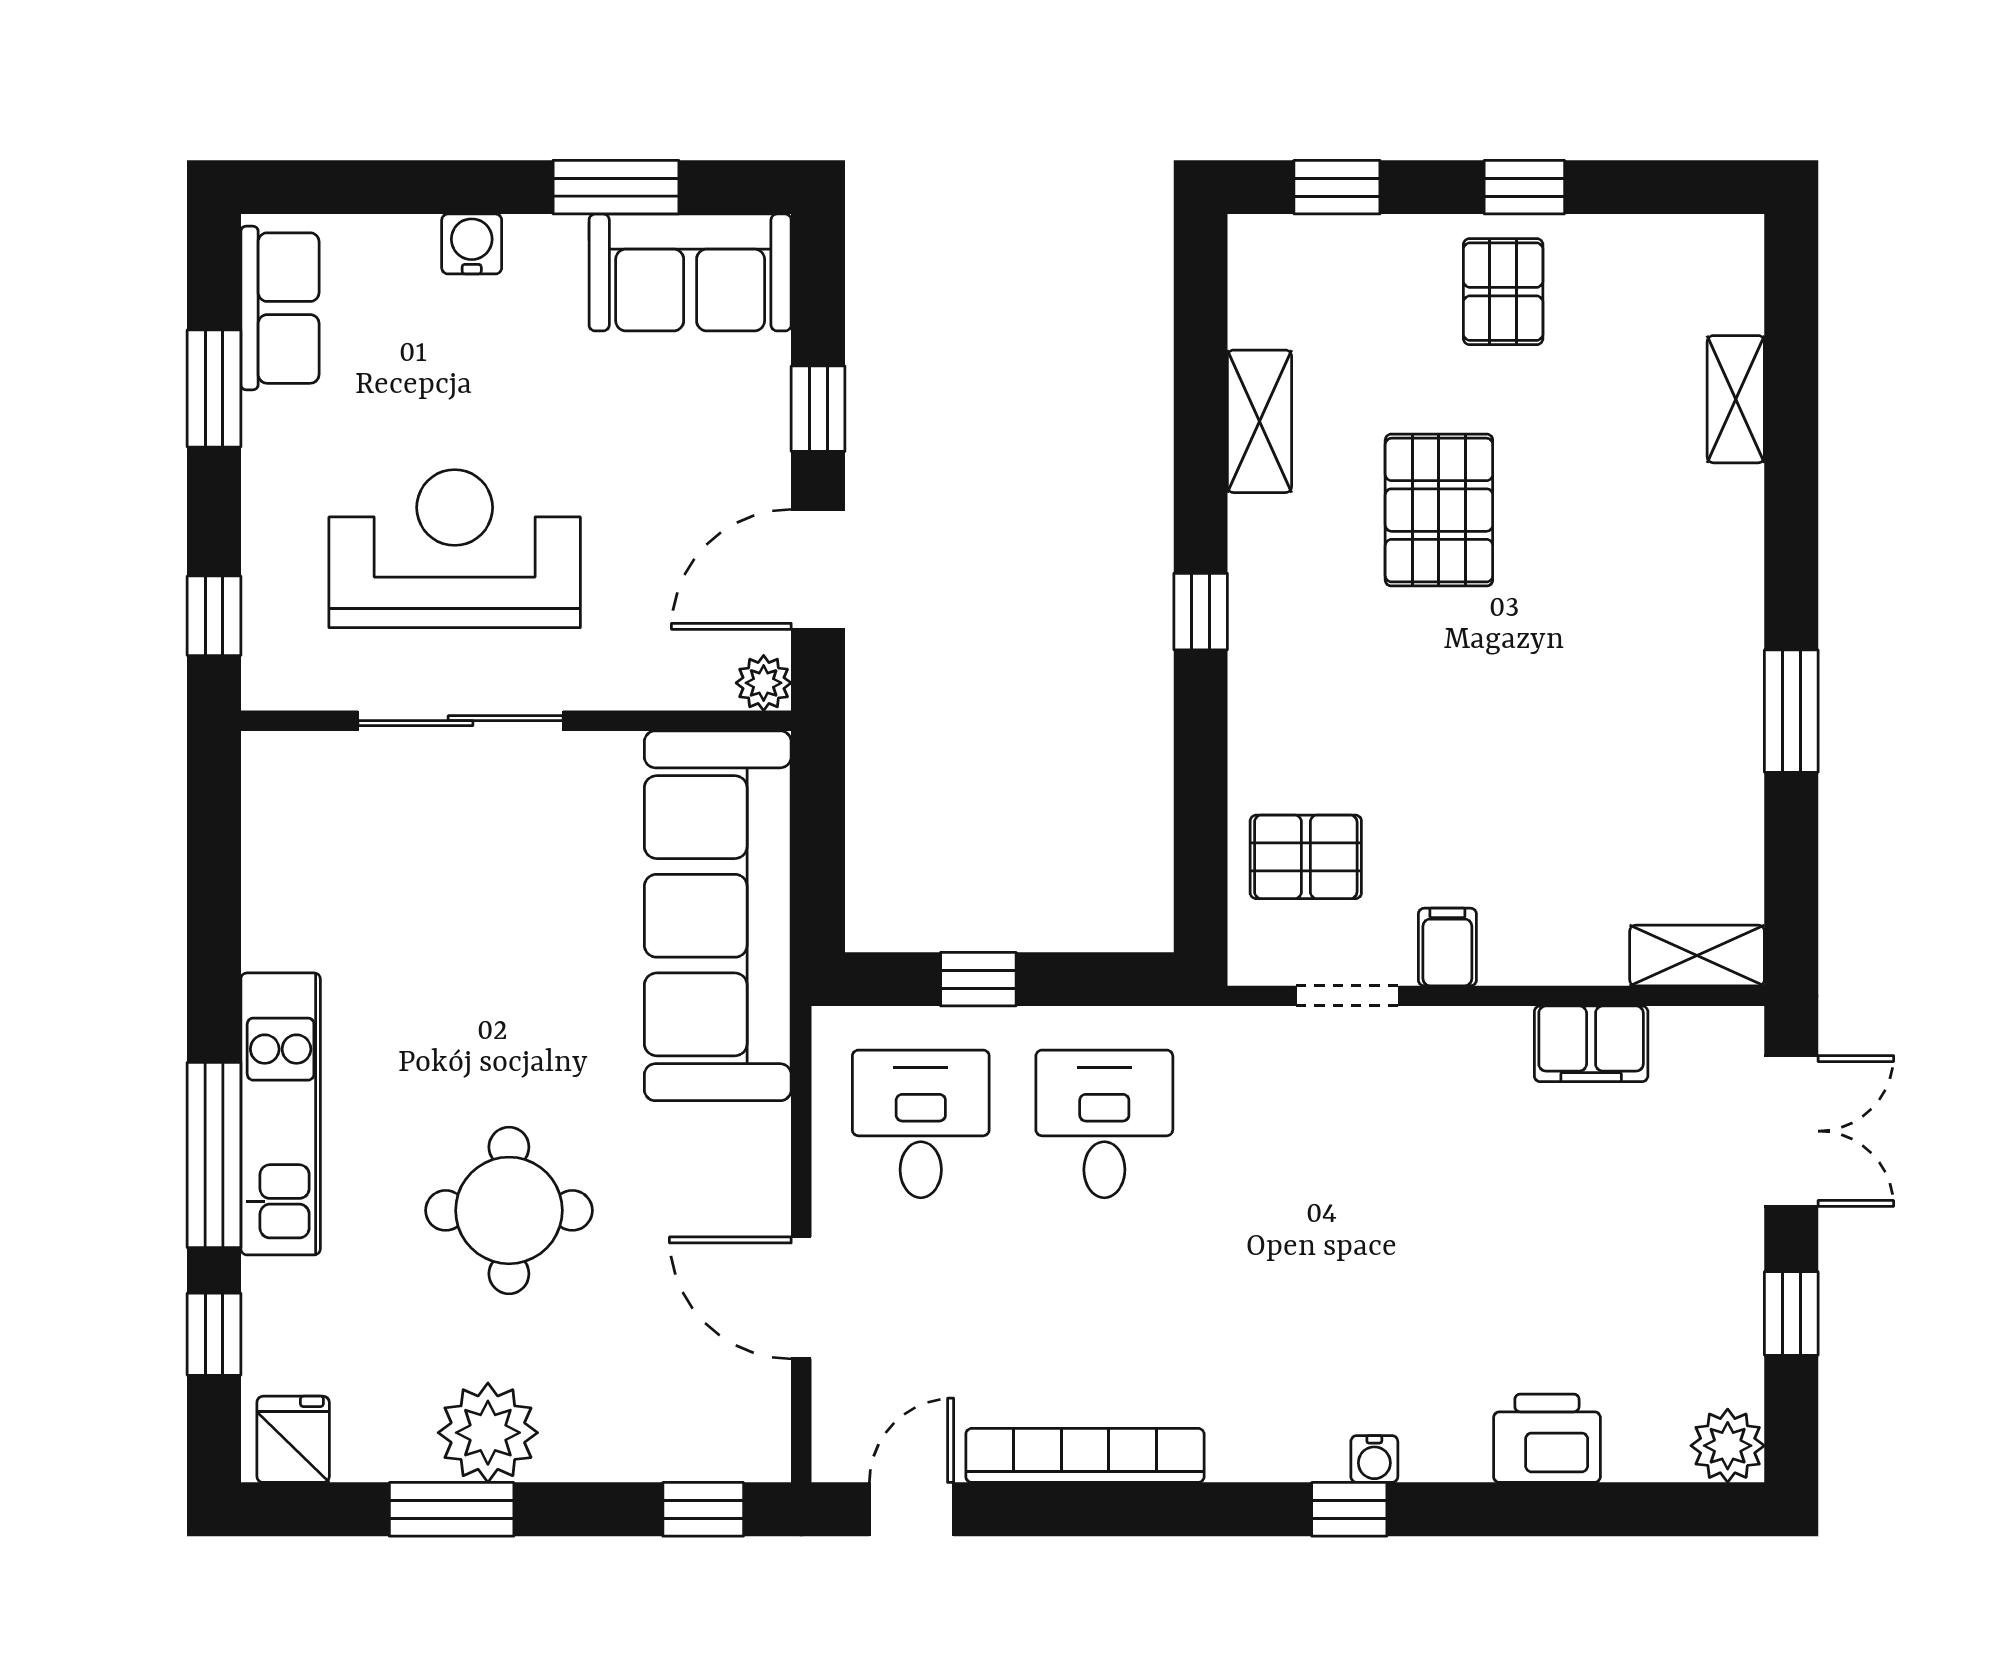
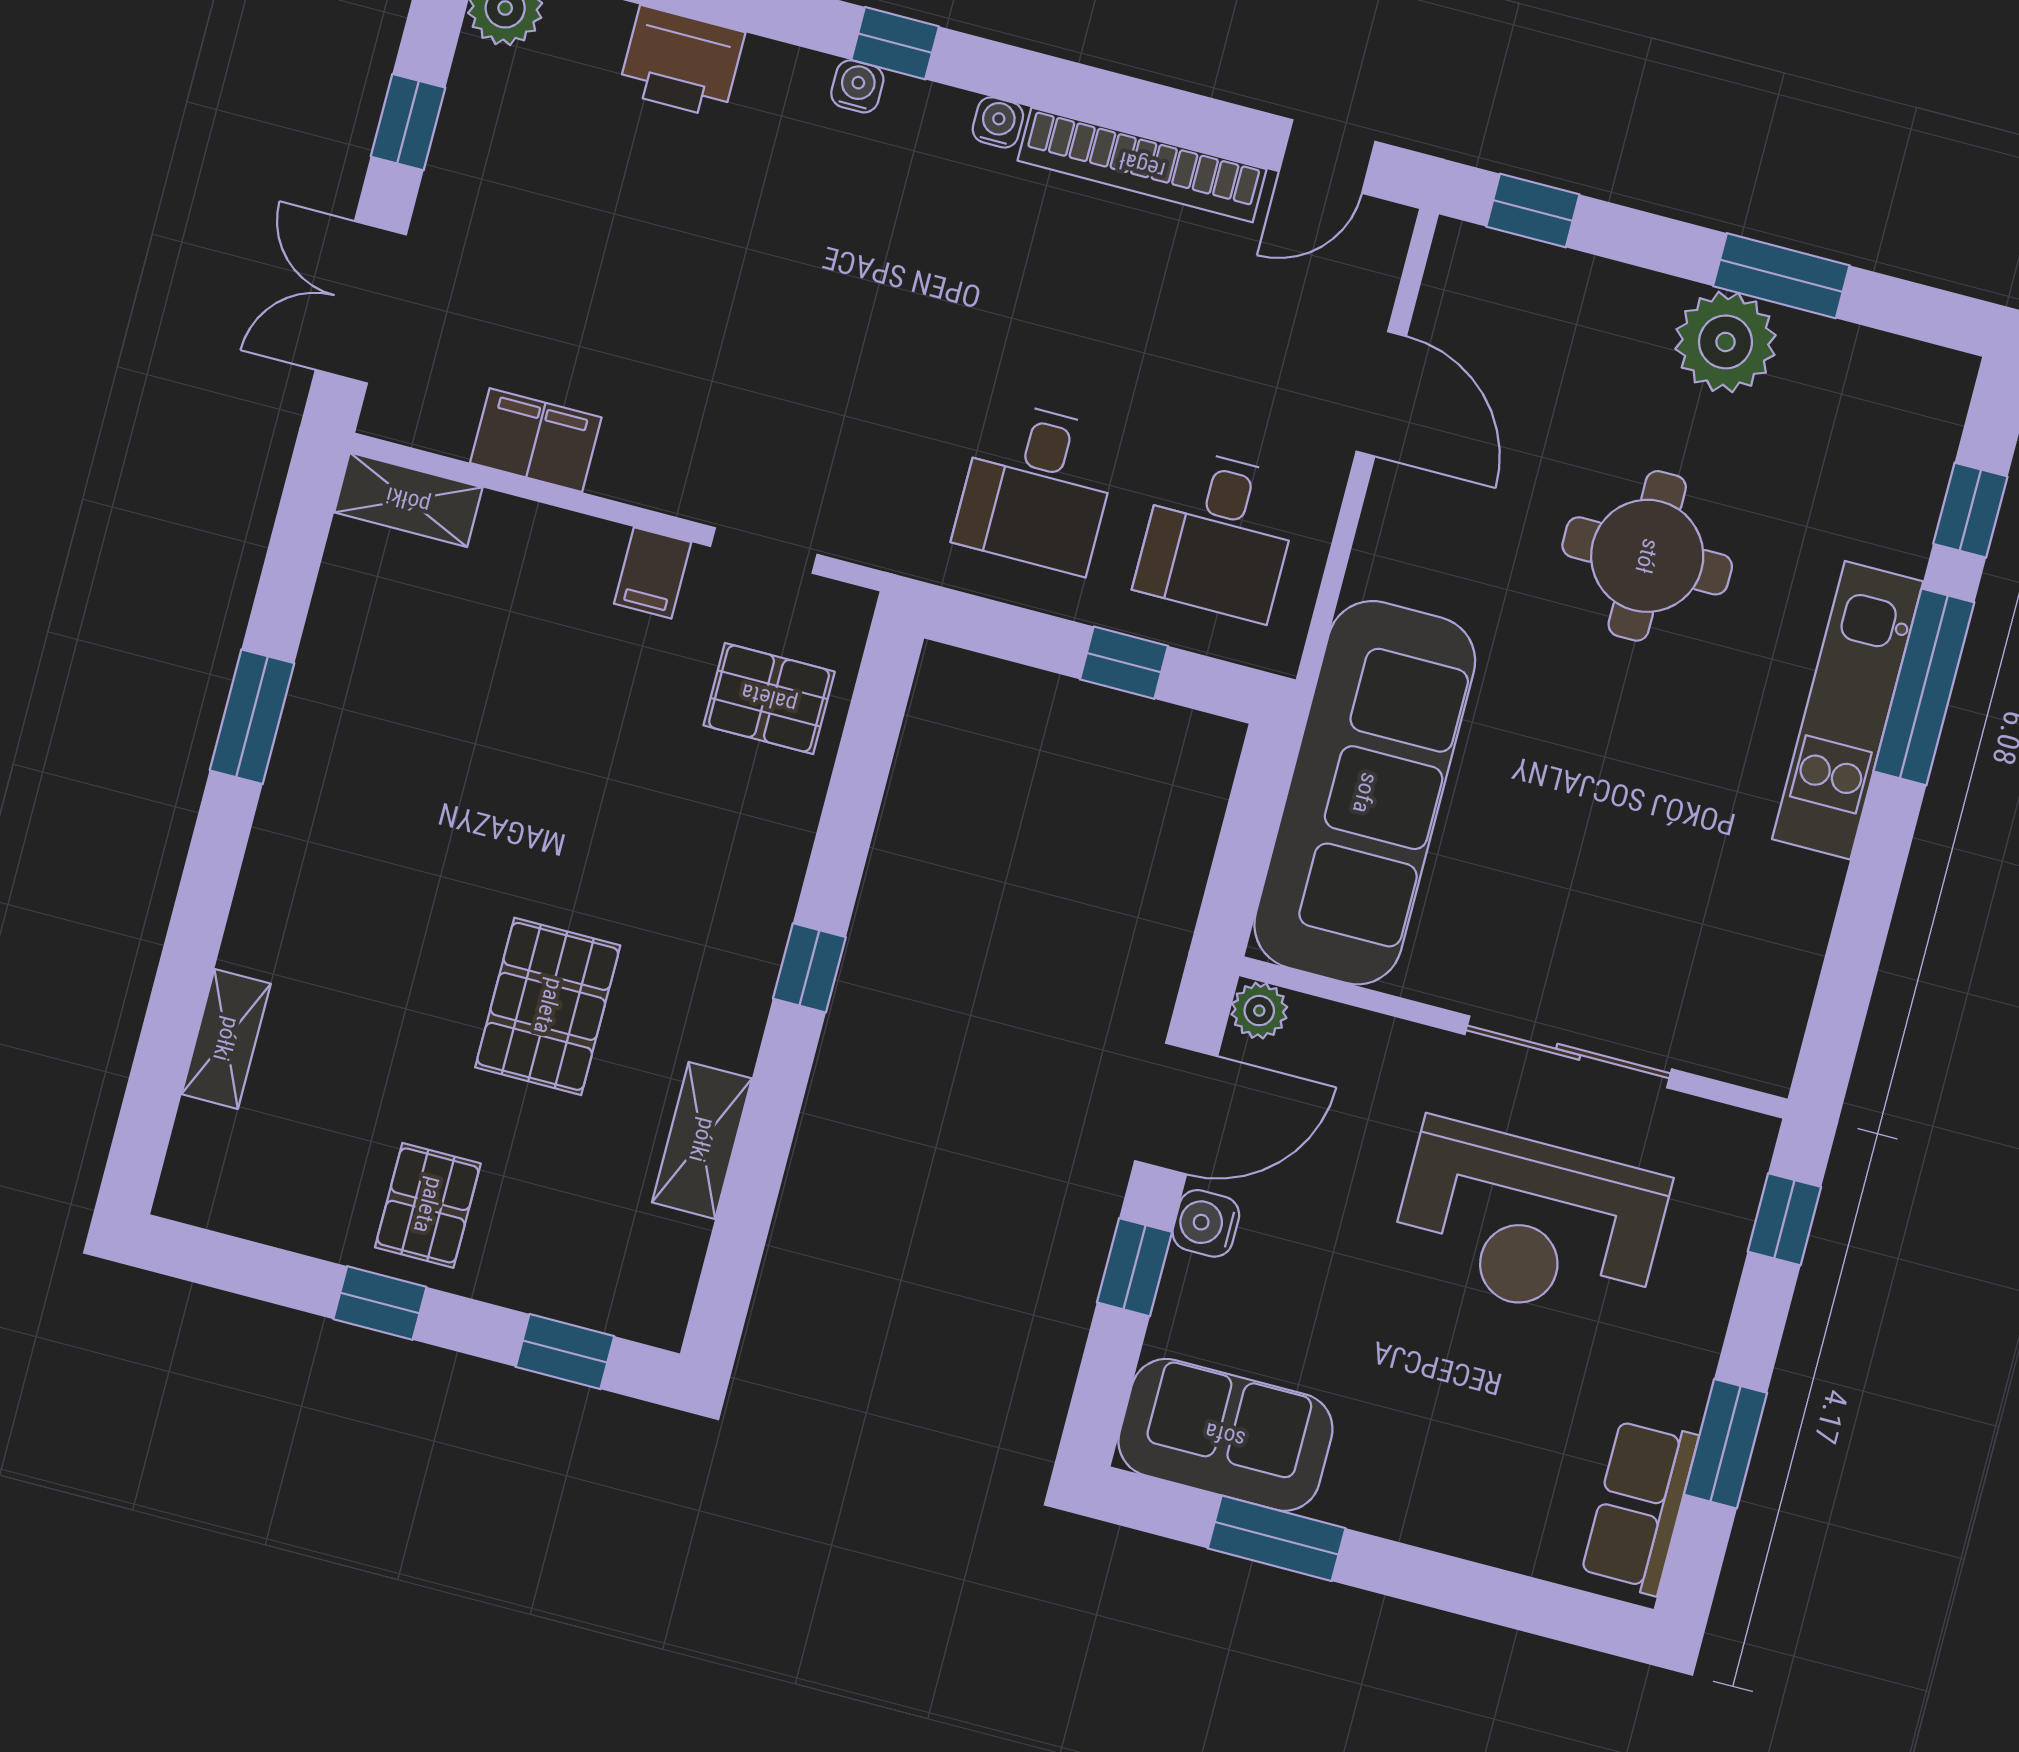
water cooler: (472, 244) -> (1206, 1223), moved, turned 90
fridge: (293, 1439) -> (1920, 386), removed
water cooler: (1232, 1460) -> (998, 122), added

